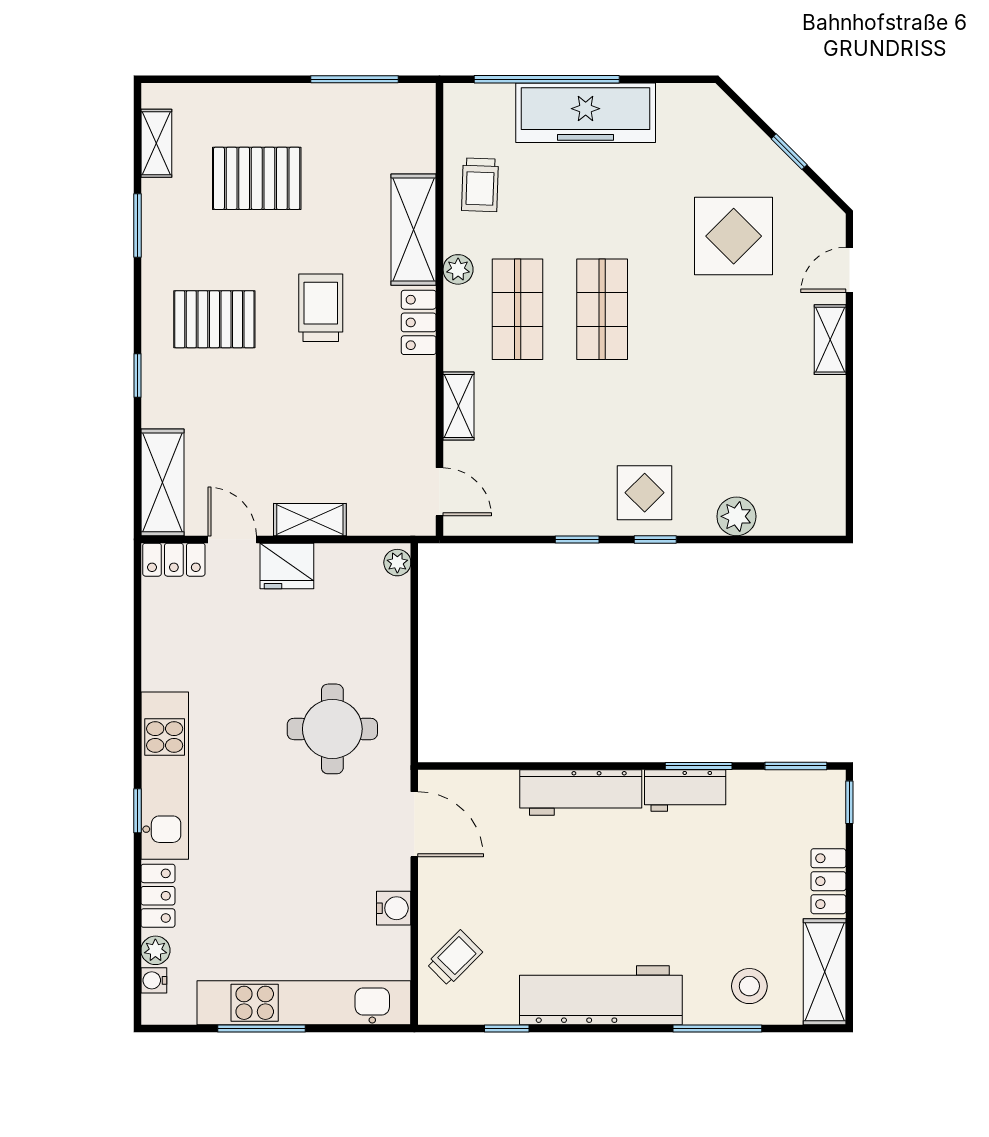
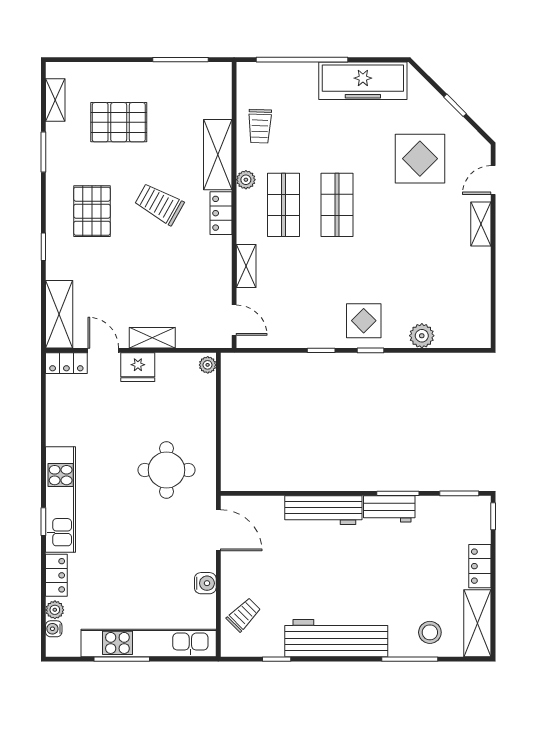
freezer: (586, 113) -> (363, 81), moved
trolley: (321, 308) -> (159, 204), turned -61
pallet: (214, 319) -> (92, 211), turned 90

